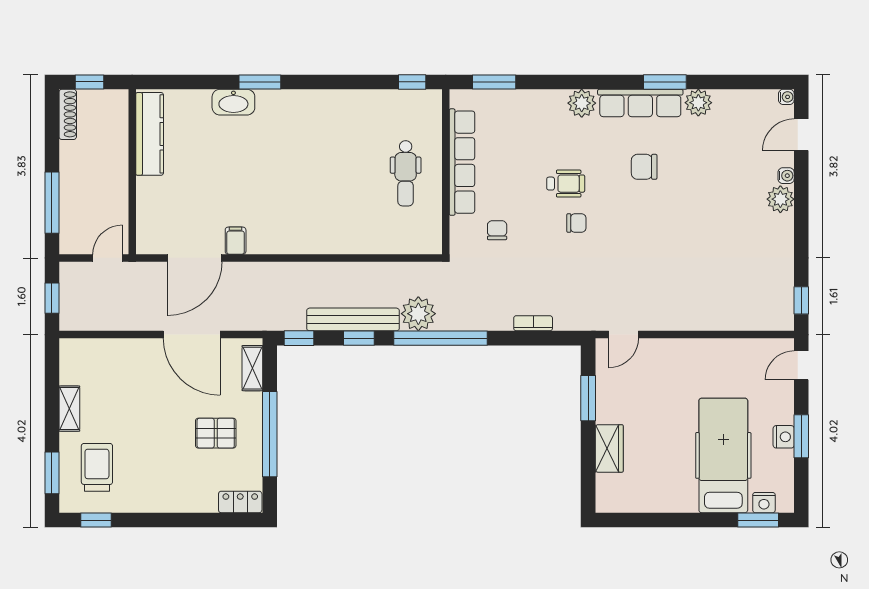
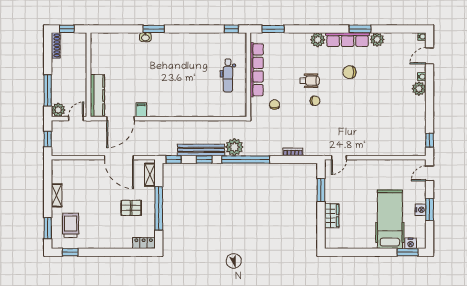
washbasin: (233, 102) -> (145, 37), width x0.52, depth x0.69
kitchen counter: (150, 134) -> (97, 96), moved
plant: (73, 241) -> (58, 110), added

